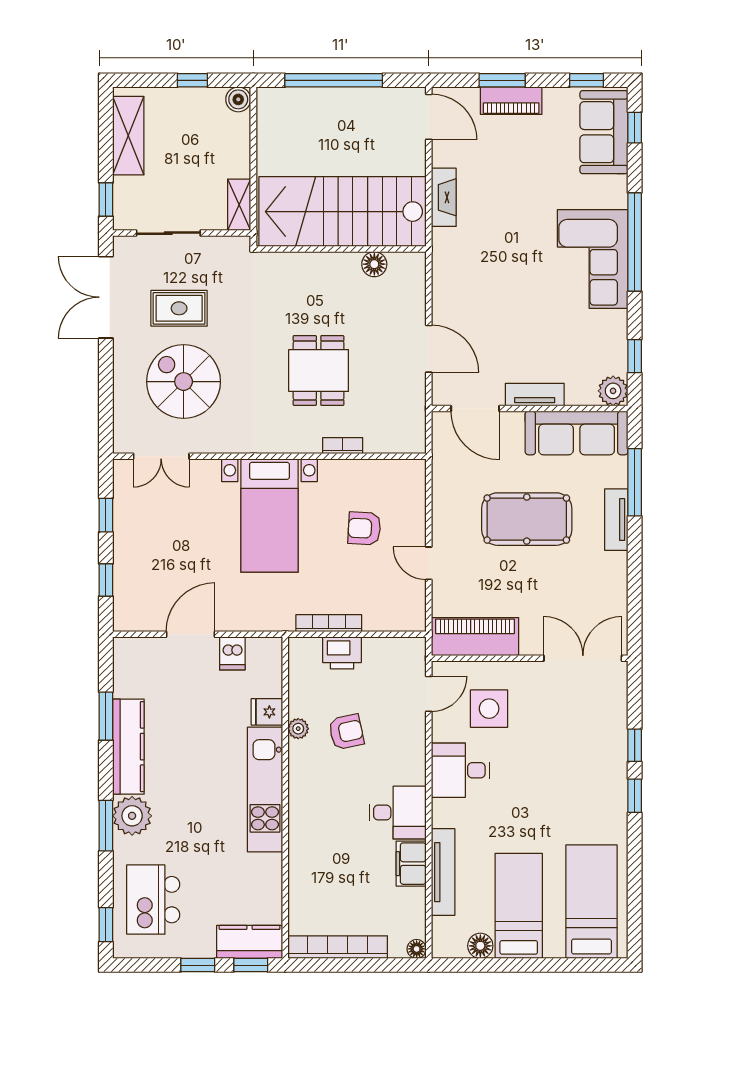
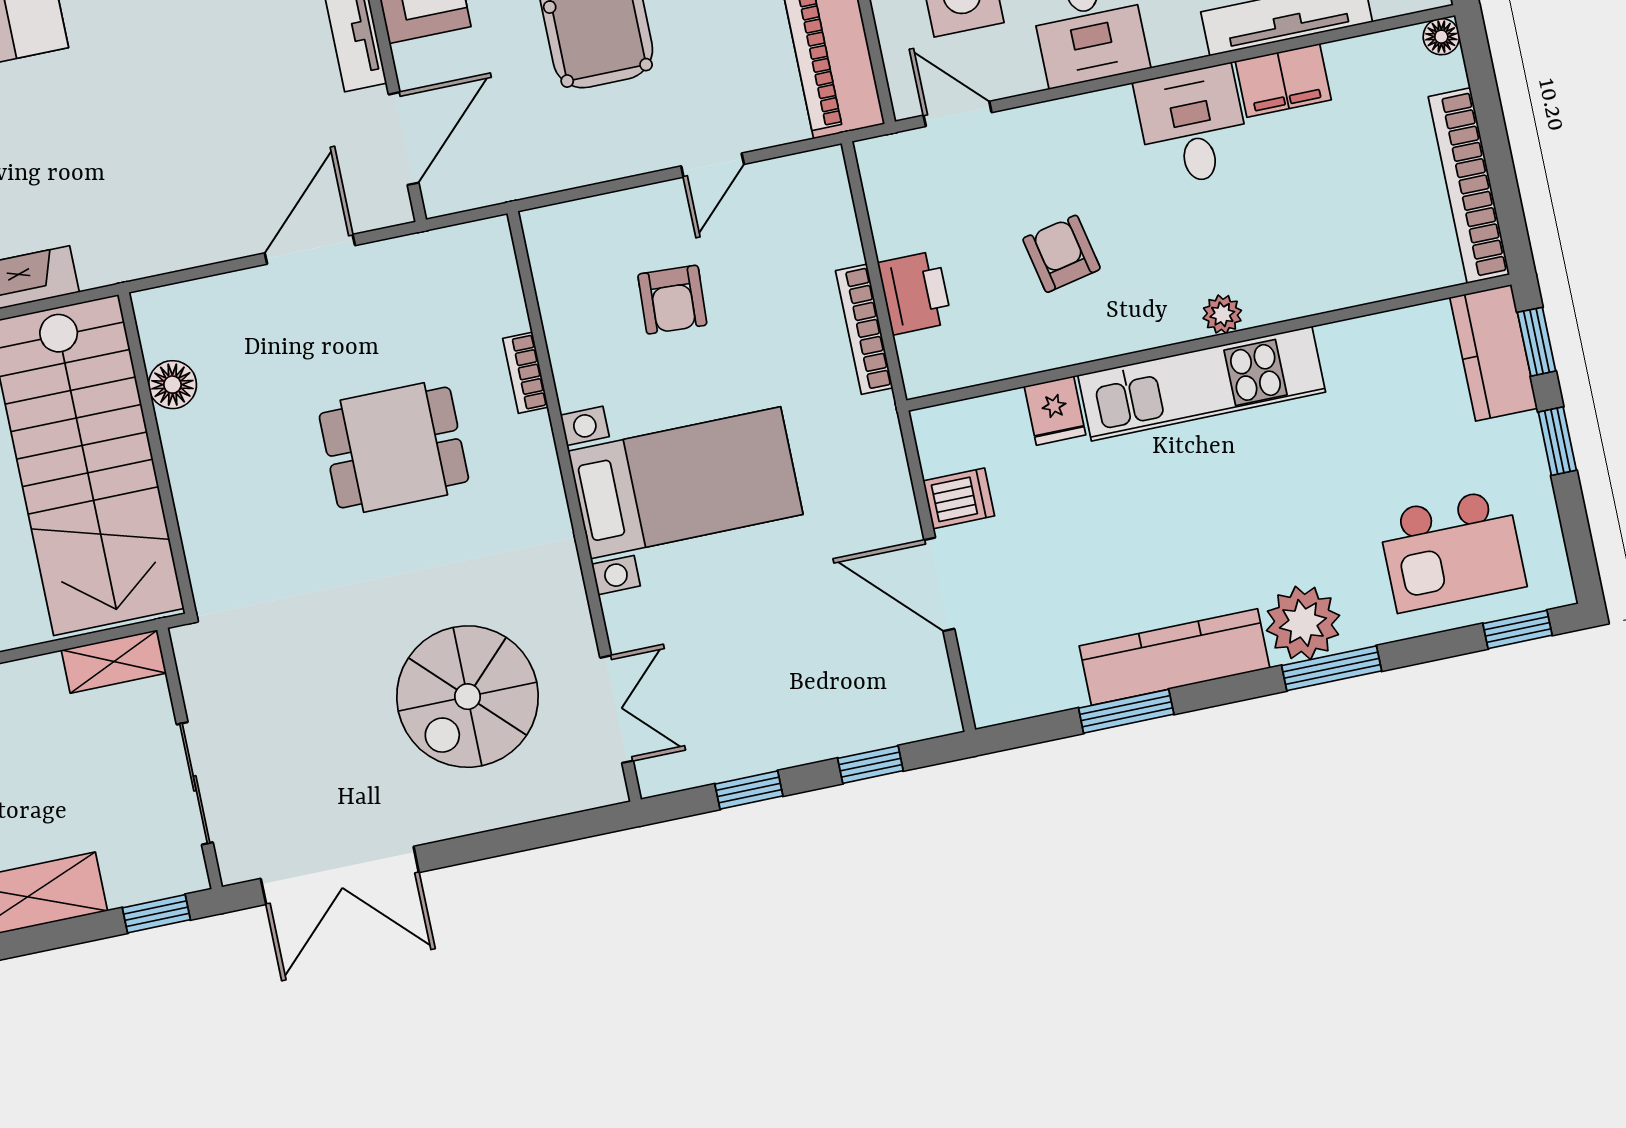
rug: (179, 308) -> (332, 734), removed
plant: (298, 729) -> (1222, 314), moved

